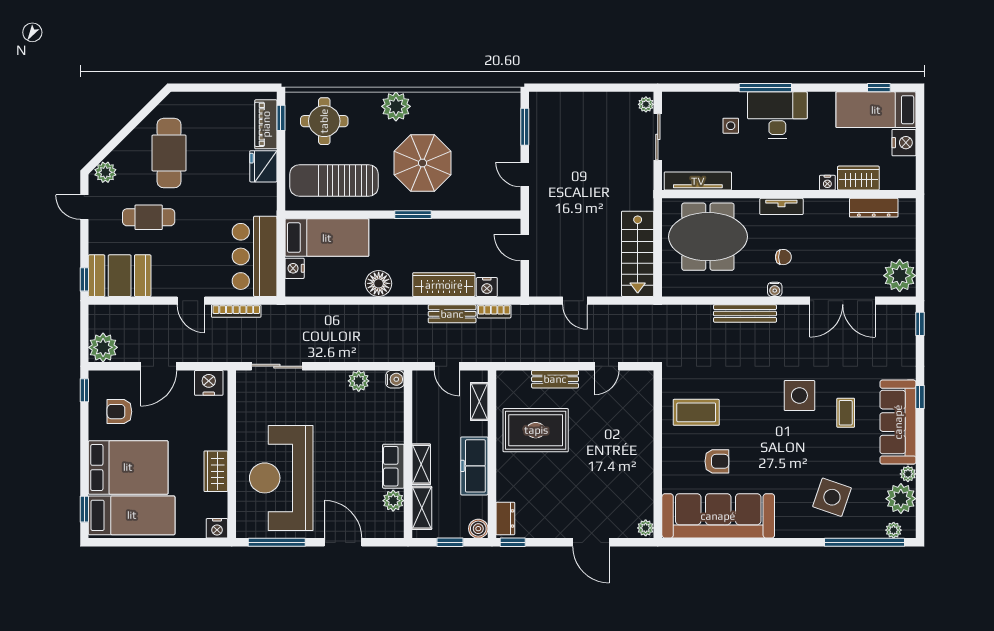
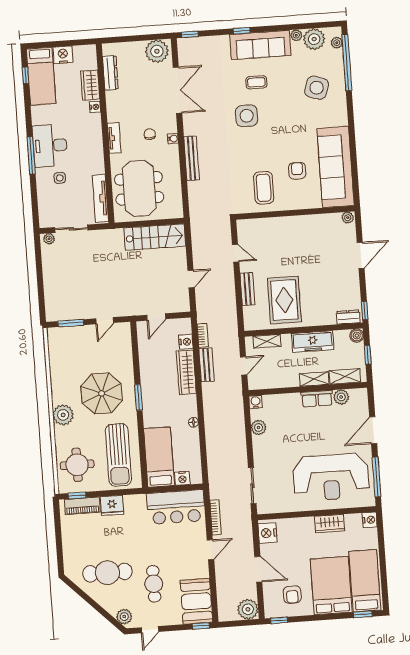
floor lamp: (379, 283) -> (193, 422), width x0.53, depth x0.53

